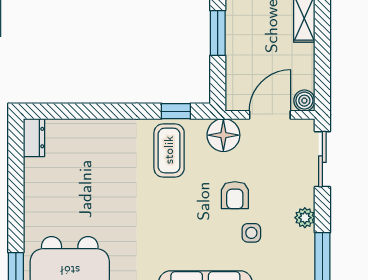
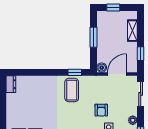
window: (322, 70) -> (141, 54), added
boiler: (304, 101) -> (102, 68), moved
floor lamp: (223, 135) -> (96, 83), removed

